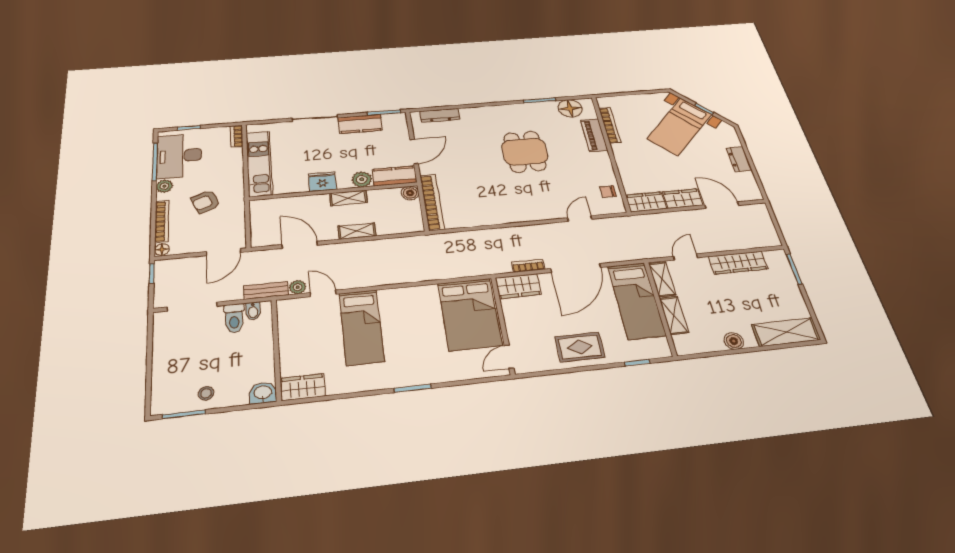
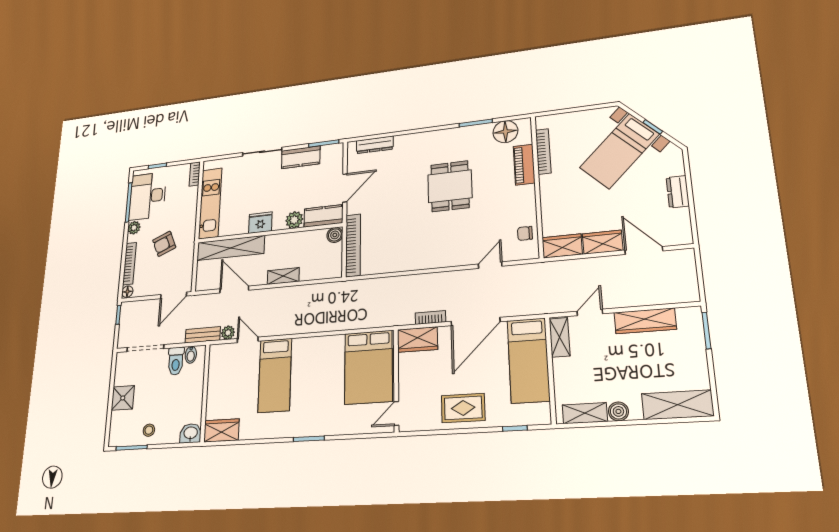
shelving: (349, 198) -> (231, 248), moved, width x2.20, depth x1.33
shelving: (674, 315) -> (585, 413), moved, turned 90
shower: (166, 361) -> (123, 398), added

